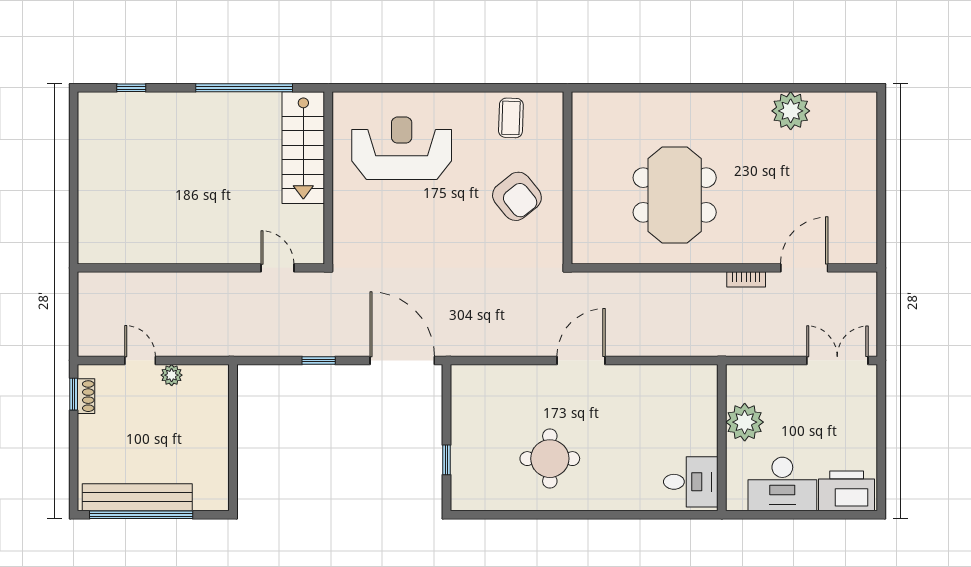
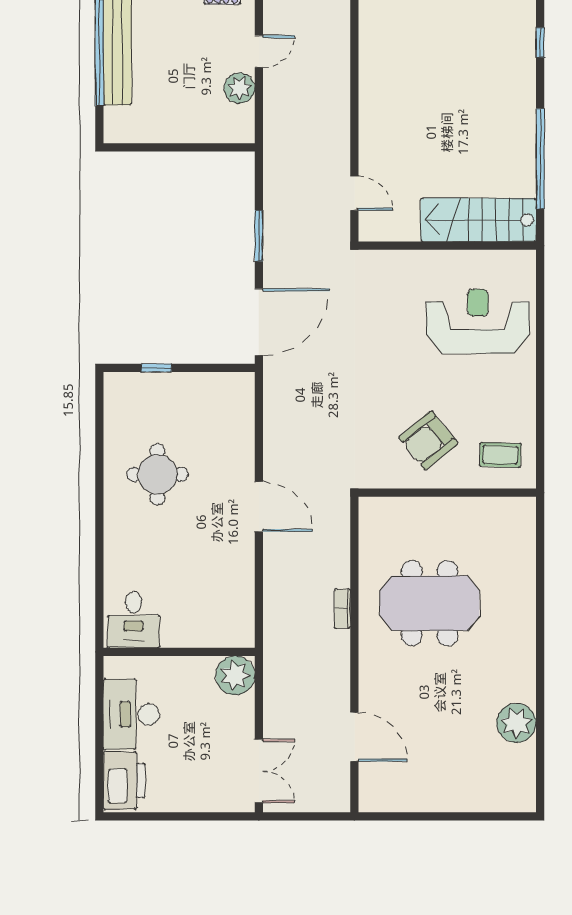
coffee table: (511, 118) -> (500, 455), moved
reception desk: (402, 148) -> (478, 321), turned -90
door: (277, 268) -> (354, 193), hinge flipped
bookcase: (746, 279) -> (342, 609), moved
window: (319, 360) -> (259, 236), width x1.50
plant: (172, 375) -> (239, 88), width x1.38, depth x1.38
plant: (745, 422) -> (235, 675), moved

